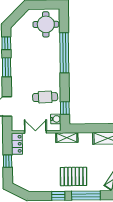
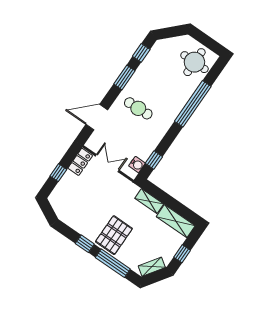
cafe table: (45, 97) -> (138, 108), moved
shelving: (67, 138) -> (149, 201), moved
pallet: (74, 176) -> (114, 235), turned 90

